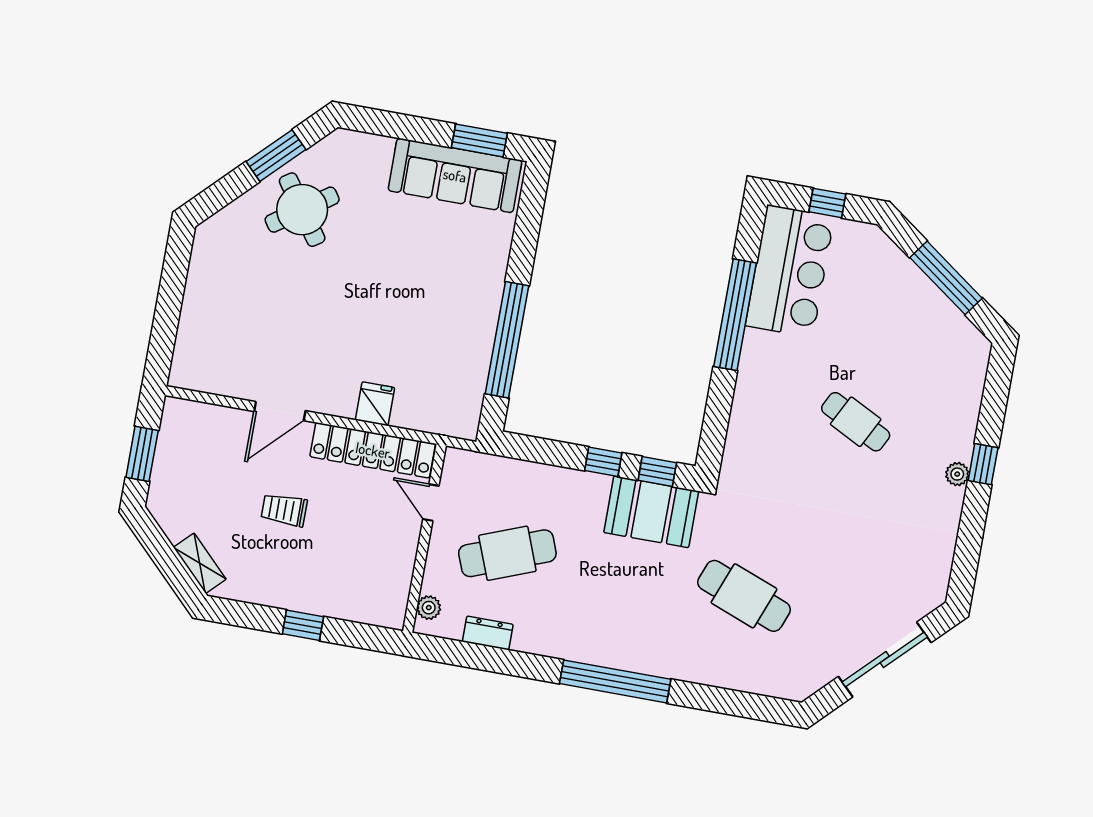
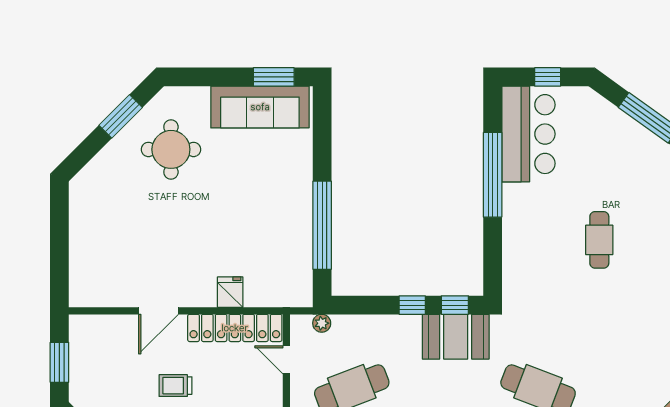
round table: (302, 210) -> (171, 149), moved, turned 35
cafe table: (856, 422) -> (599, 240), turned 63
plant: (484, 464) -> (322, 323), added

